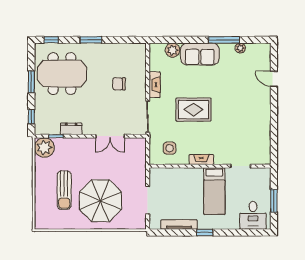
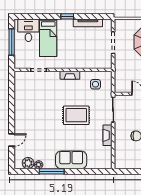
plant: (173, 50) -> (28, 163), moved
door: (274, 79) -> (12, 140), hinge flipped
bed: (214, 191) -> (48, 38), moved, turned 180
window: (274, 201) -> (12, 42), width x1.44

